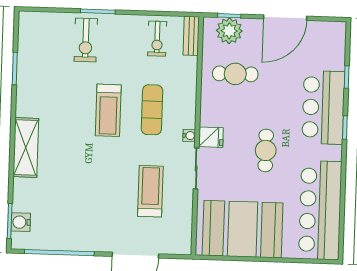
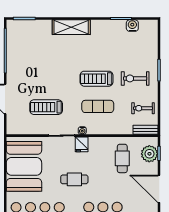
exercise bike: (86, 40) -> (135, 78), moved
treadmill: (150, 191) -> (46, 107), turned 180
water cooler: (21, 222) -> (132, 26), moved

